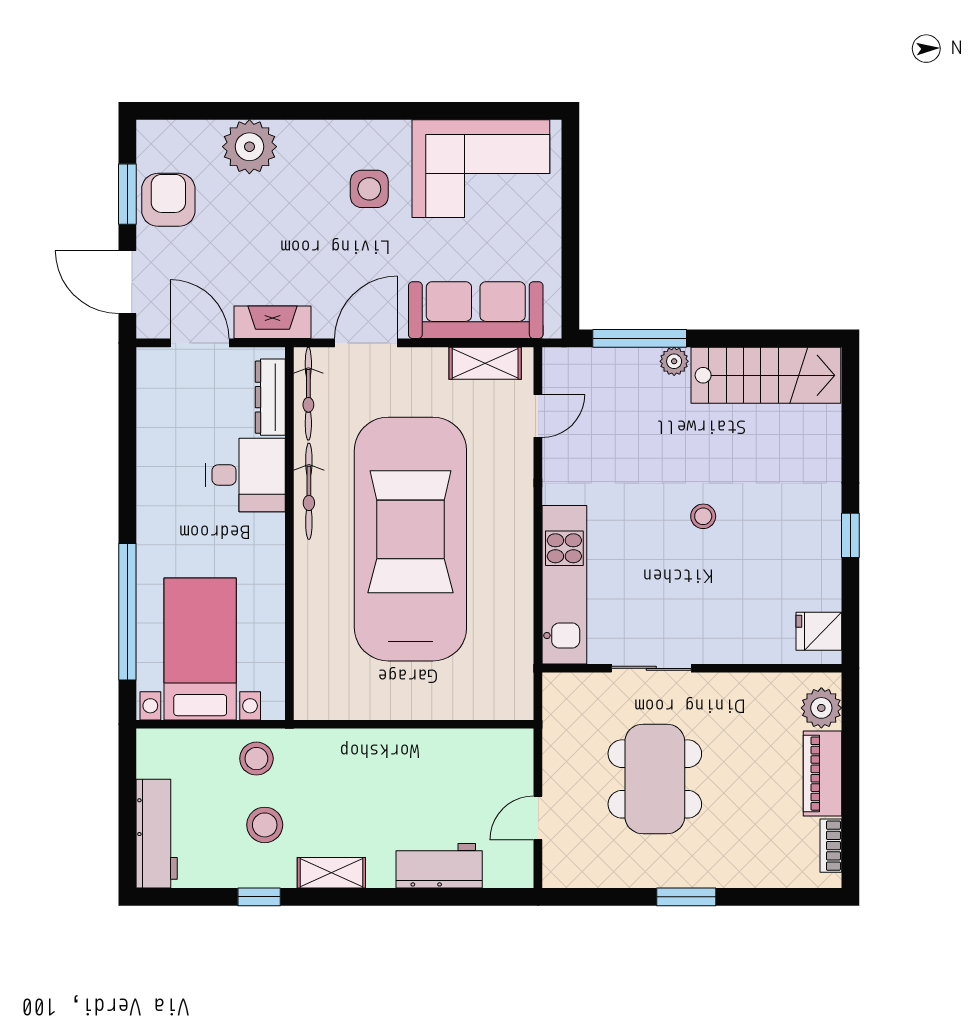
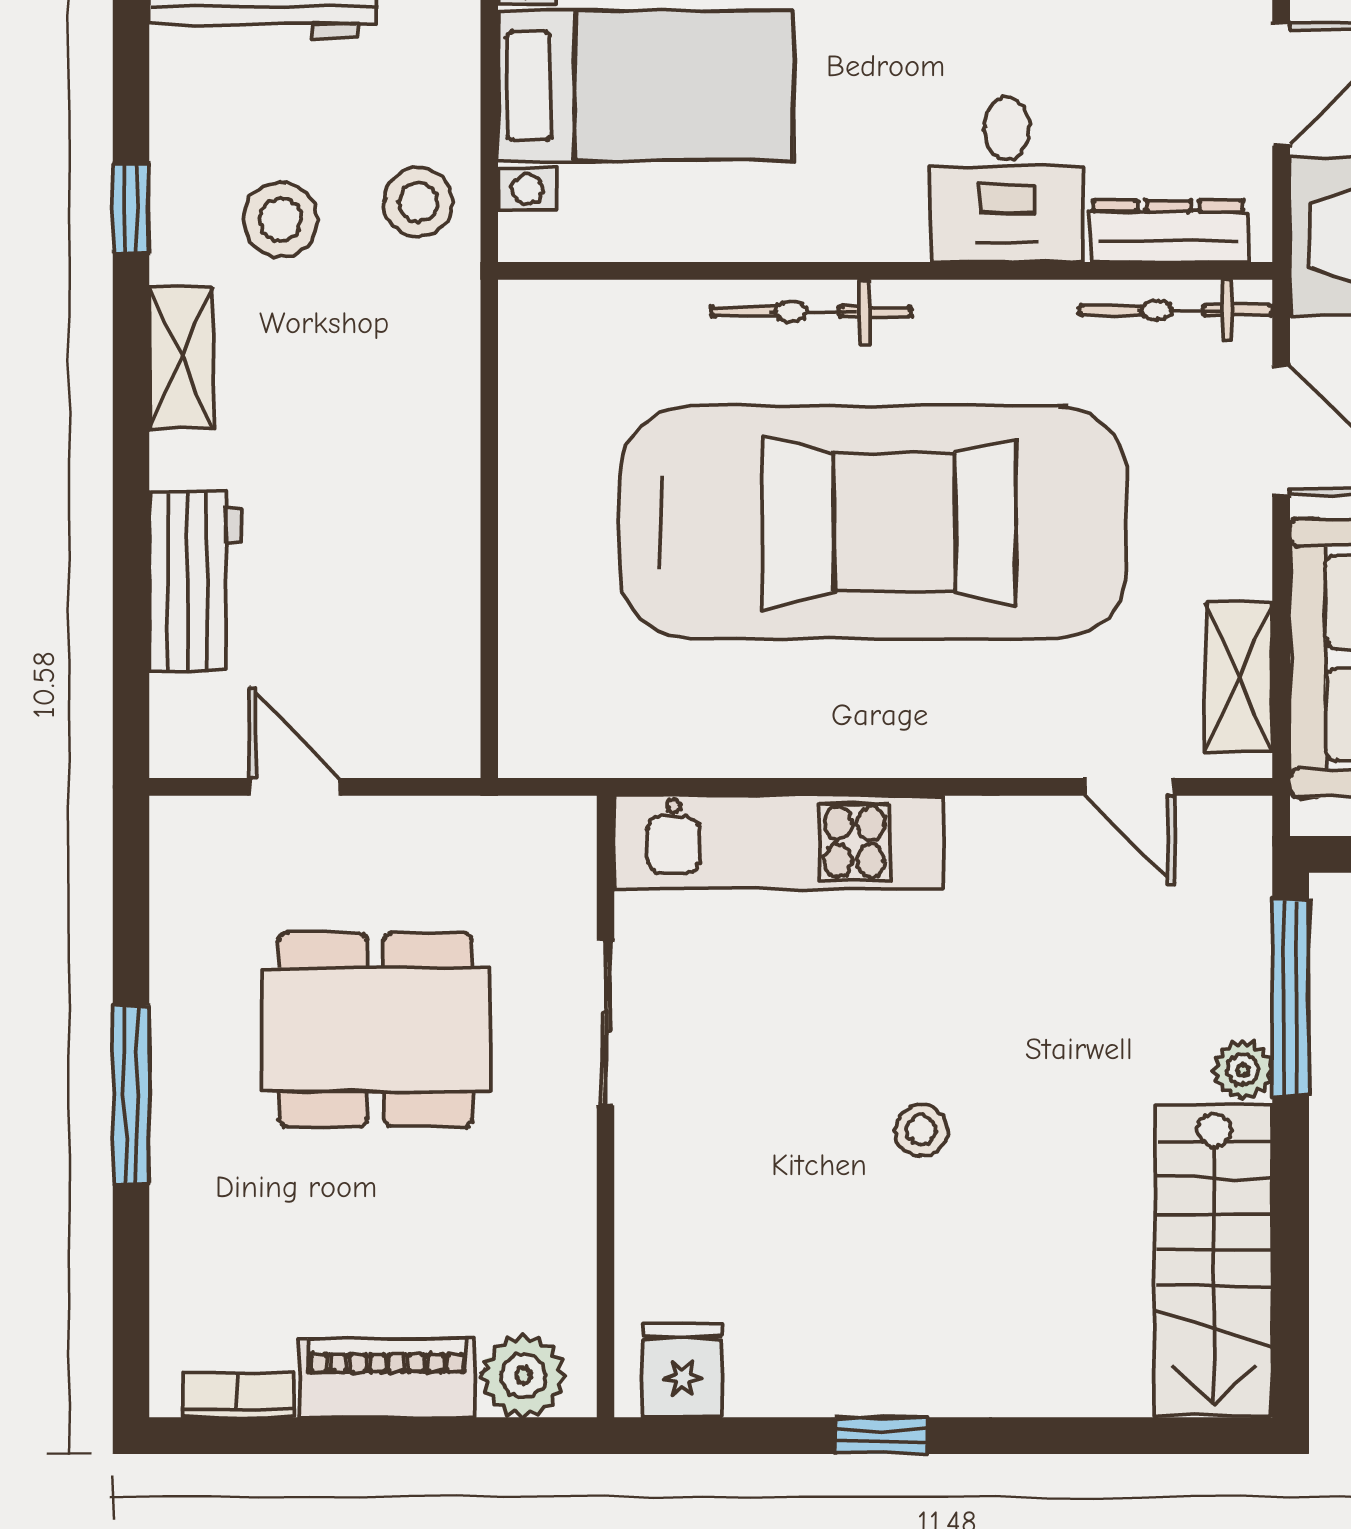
bicycle: (309, 491) -> (811, 311), moved
window: (686, 897) -> (131, 1095), width x1.44

